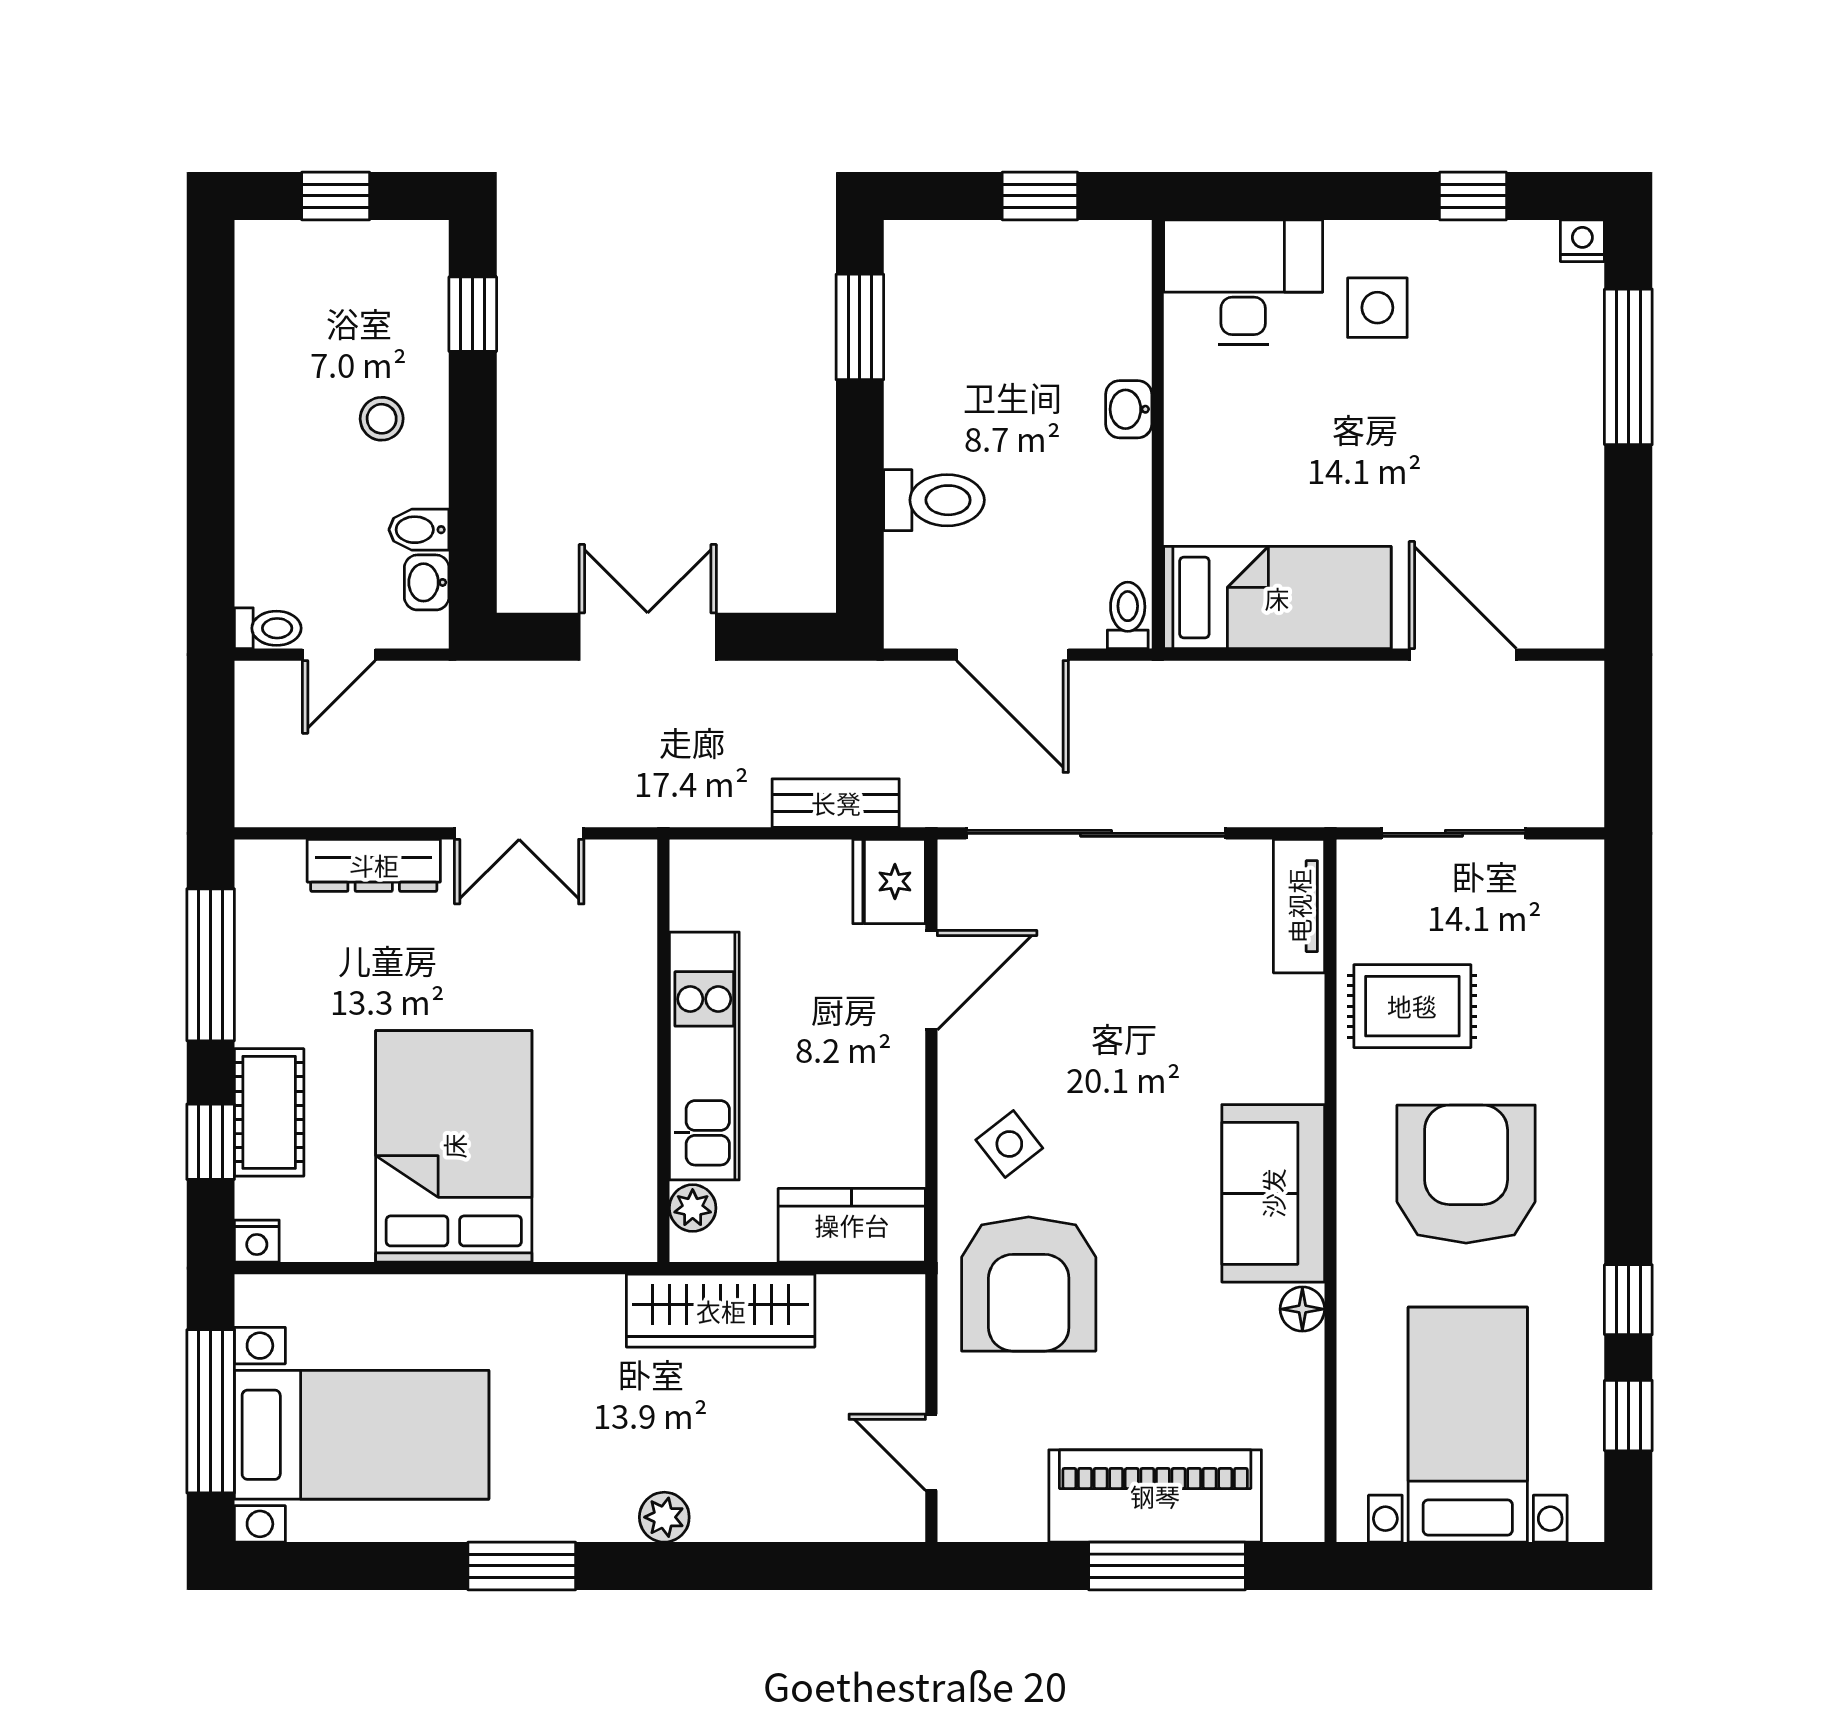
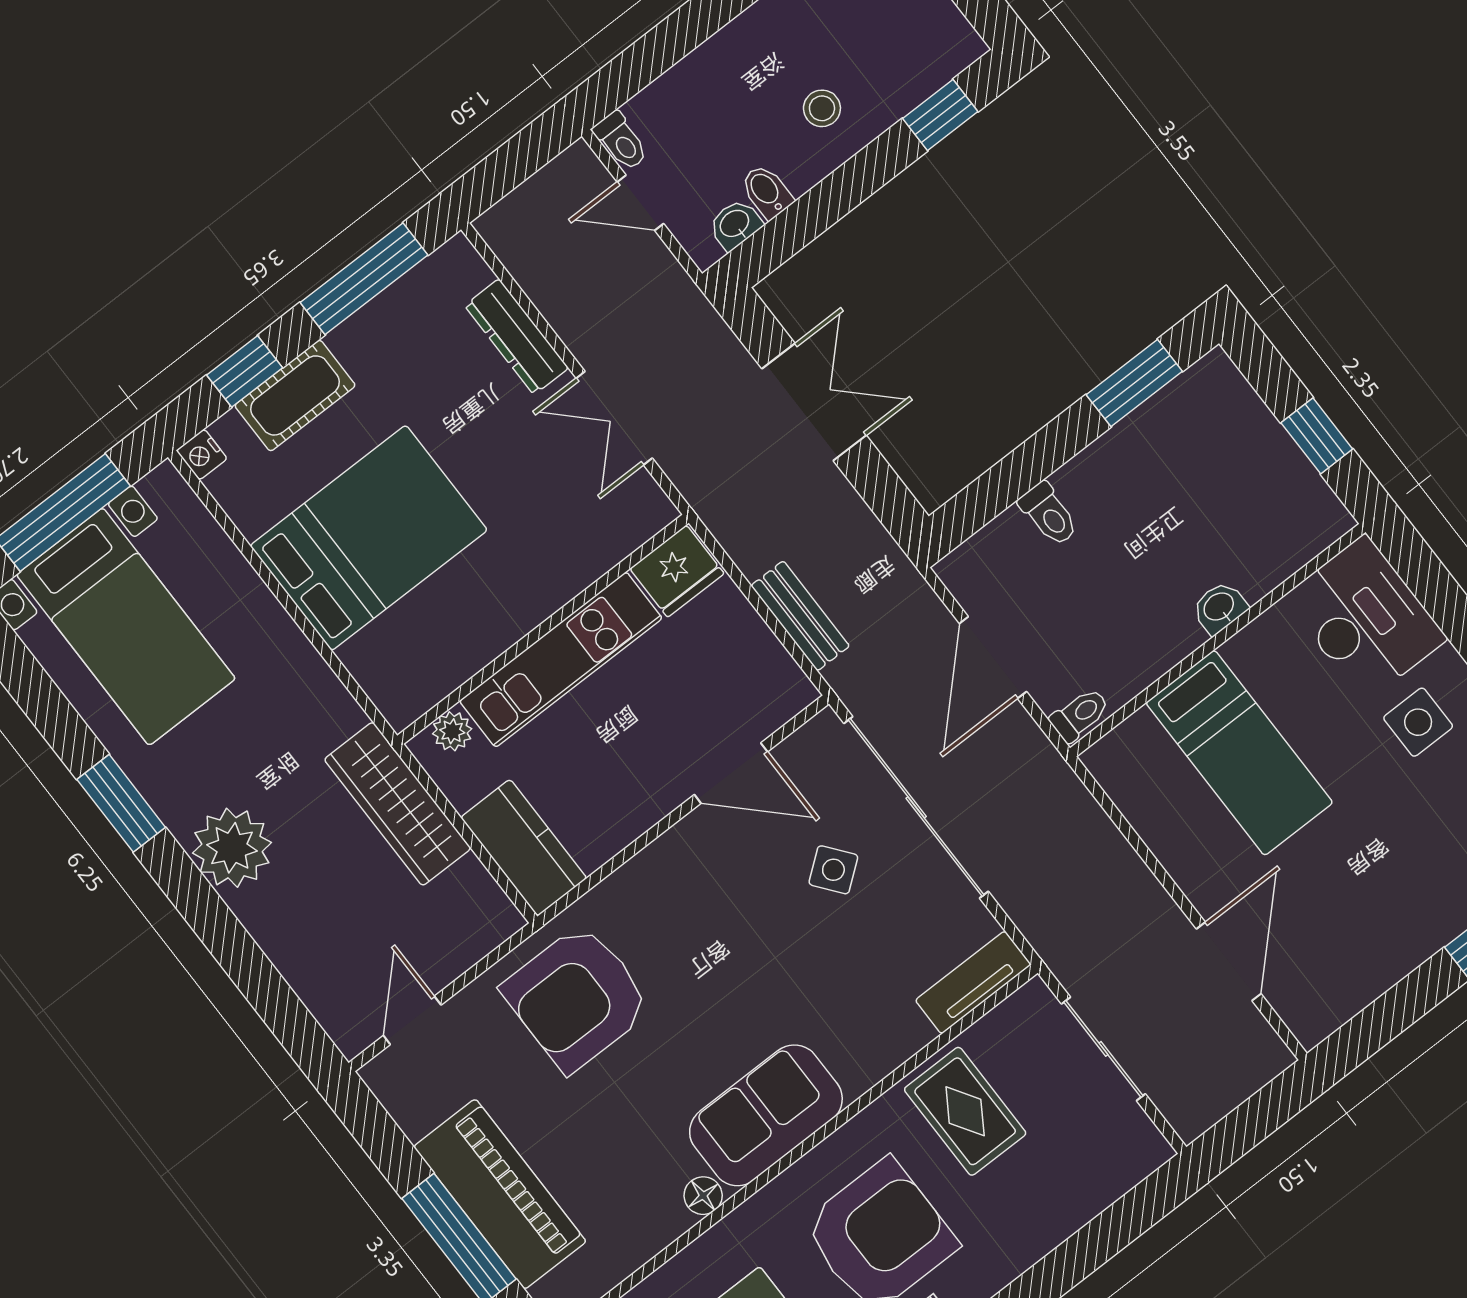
toilet: (934, 500) -> (1049, 514), width x0.73, depth x0.72
bed: (1277, 598) -> (1239, 753), moved
fridge: (889, 881) -> (677, 571), moved, turned 180
side table: (1009, 1144) -> (833, 870), moved
plant: (664, 1517) -> (232, 848), width x1.87, depth x1.87

